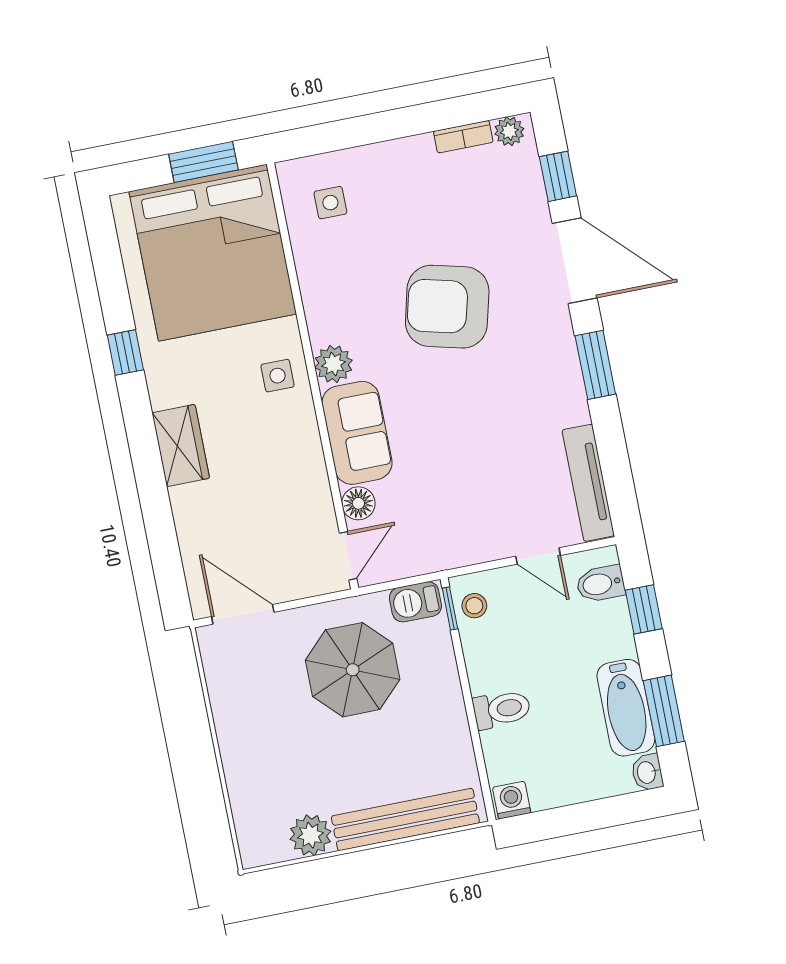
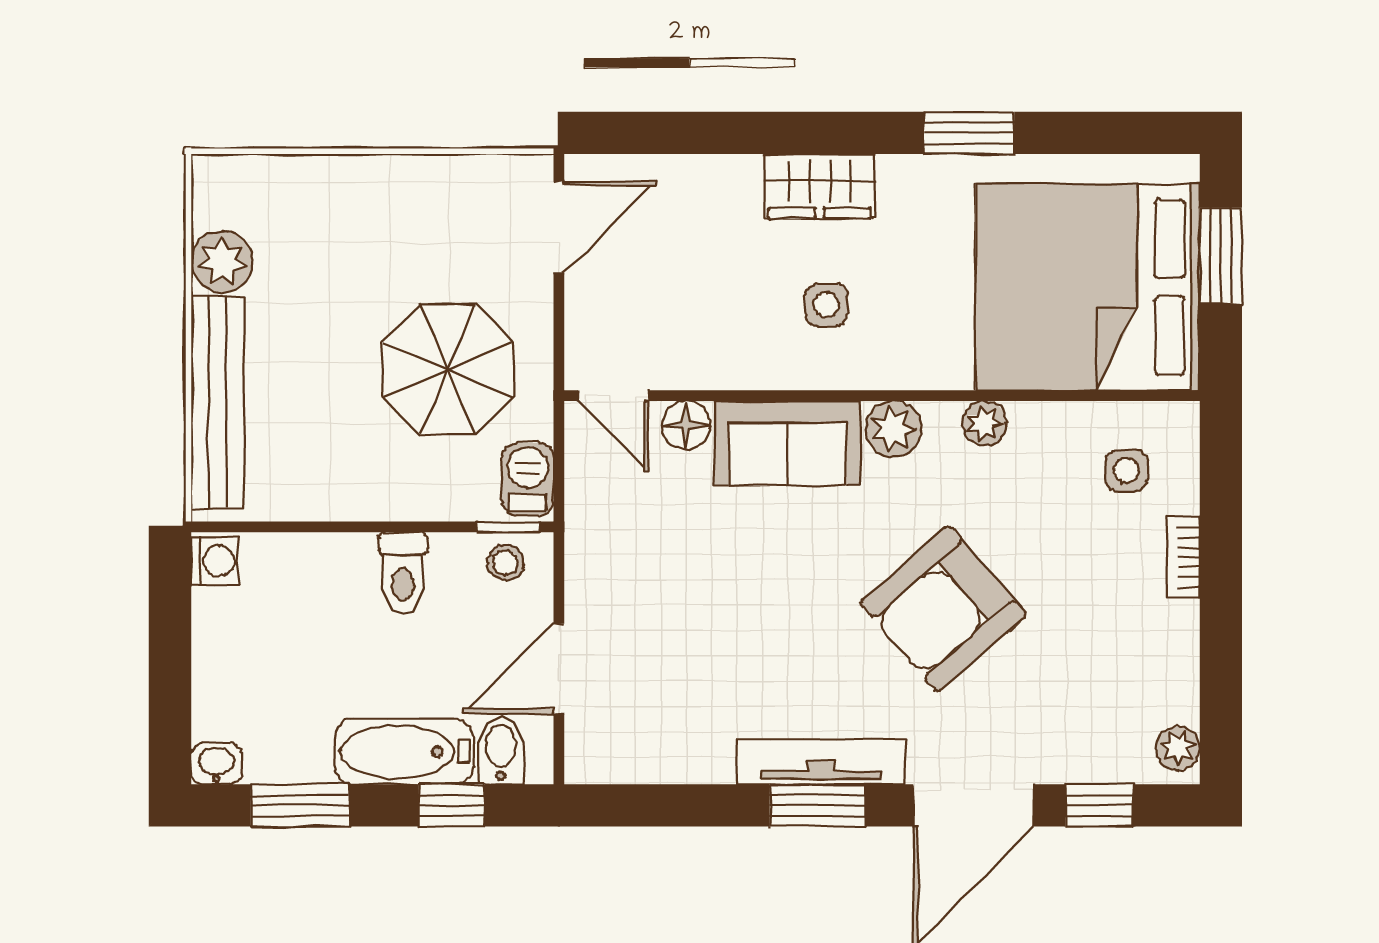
bookcase: (463, 137) -> (1183, 557), moved
window: (203, 162) -> (1221, 256), moved
plant: (317, 304) -> (984, 423), added
armchair: (447, 307) -> (943, 609), turned -145
window: (125, 353) -> (969, 133), width x1.50
side table: (278, 376) -> (827, 305), moved
tv unit: (588, 483) -> (821, 762), moved
door: (538, 556) -> (559, 669), width x1.38
bathtub: (626, 708) -> (404, 752), moved
toilet: (502, 709) -> (403, 573), moved

